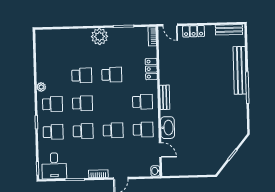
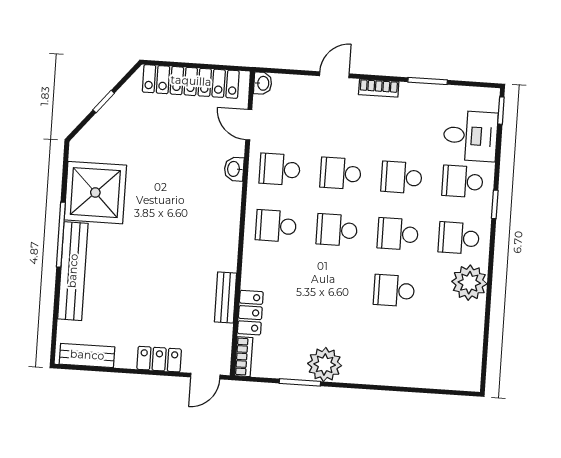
door: (170, 25) -> (205, 376), swing flipped
plant: (100, 36) -> (325, 364), moved
locker: (151, 69) -> (250, 313), moved
school desk: (112, 75) -> (337, 230), moved
plant: (41, 87) -> (469, 283), width x1.88, depth x1.88
bench: (165, 97) -> (225, 297), moved
shower: (232, 110) -> (95, 193), added
washbasin: (168, 128) -> (234, 169), width x0.52, depth x0.69
desk: (54, 166) -> (470, 136), moved, turned 90
locker: (191, 169) -> (191, 81), added

